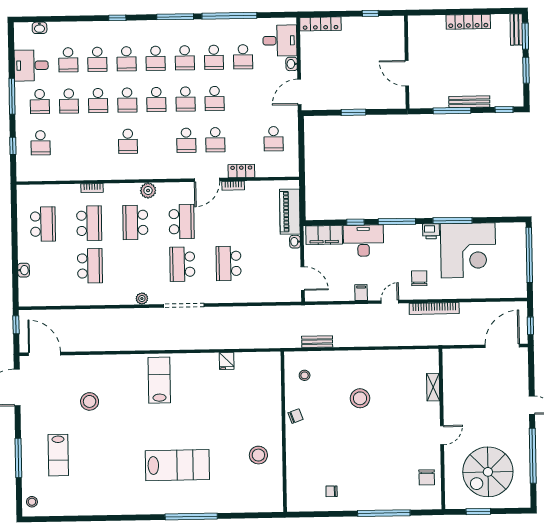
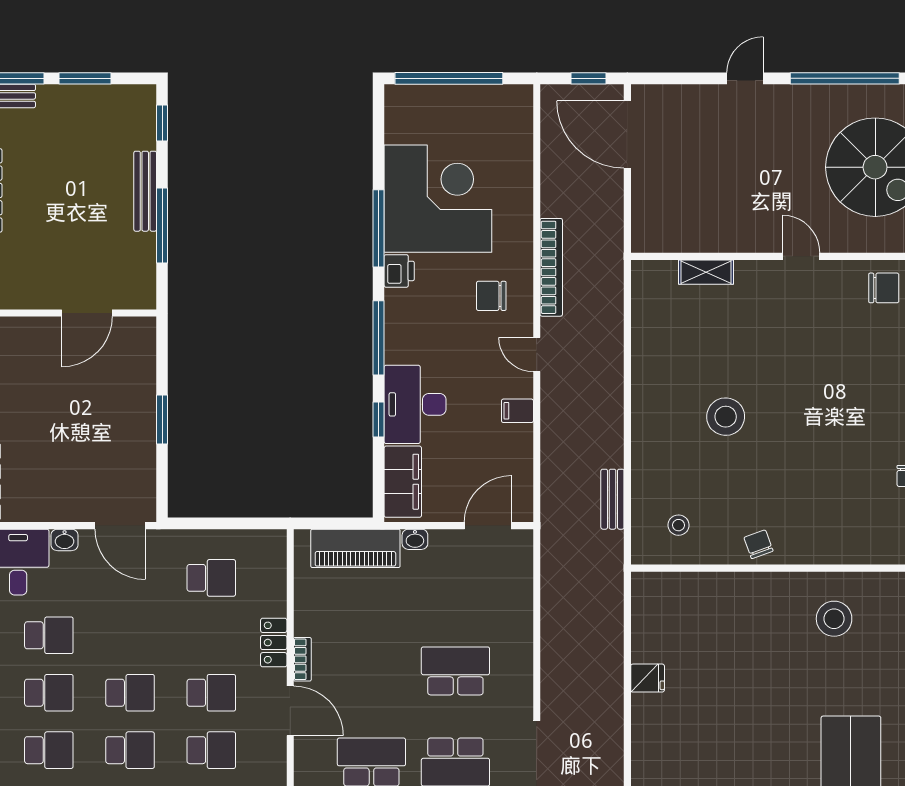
school desk: (229, 263) -> (455, 671), turned 180

